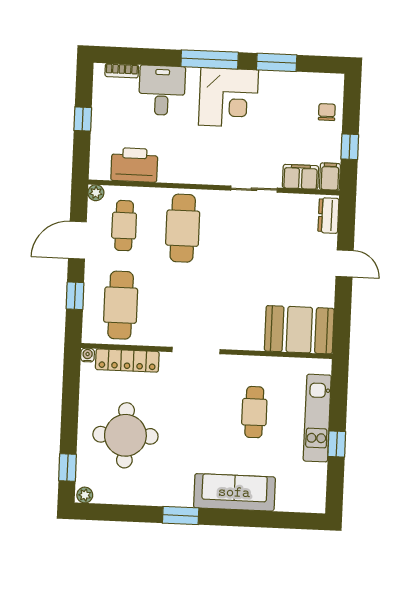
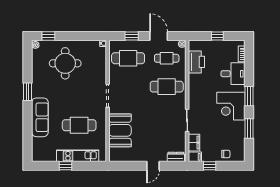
window: (210, 59) -> (249, 96), width x0.69
booth: (299, 330) -> (120, 130), moved
locker: (127, 361) -> (101, 63), removed
cafe table: (254, 412) -> (79, 125), width x1.37, depth x1.35

